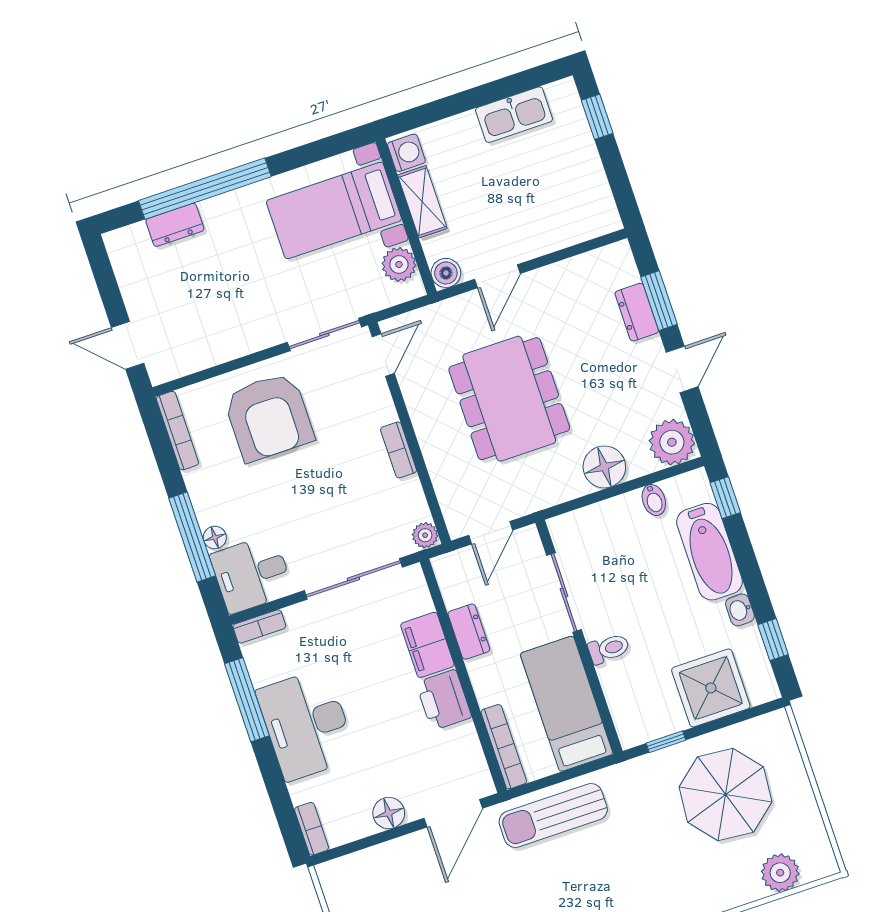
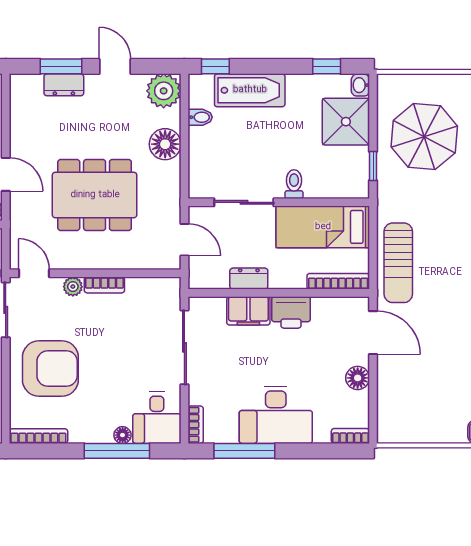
plant: (425, 535) -> (73, 287), moved
washbasin: (740, 610) -> (360, 85), moved, turned 90

